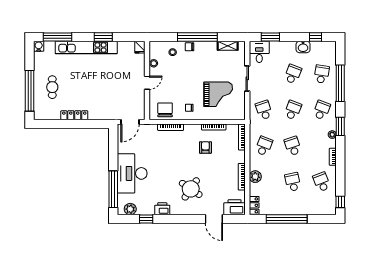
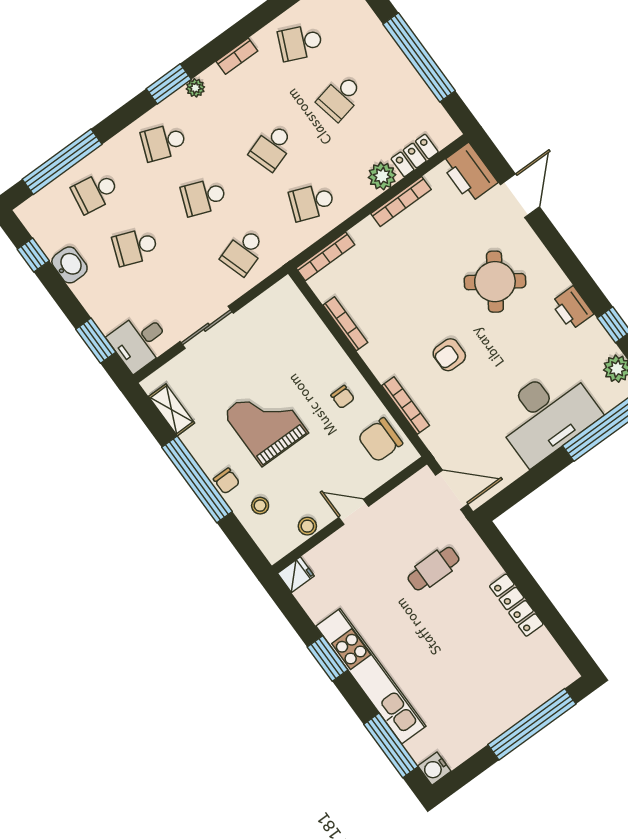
window: (340, 83) -> (62, 162), moved
cafe table: (52, 87) -> (433, 569), moved
grand piano: (218, 94) -> (266, 423), moved
armchair: (205, 147) -> (449, 355), moved
school desk: (322, 182) -> (300, 43), turned 45
locker: (254, 205) -> (415, 155), moved

